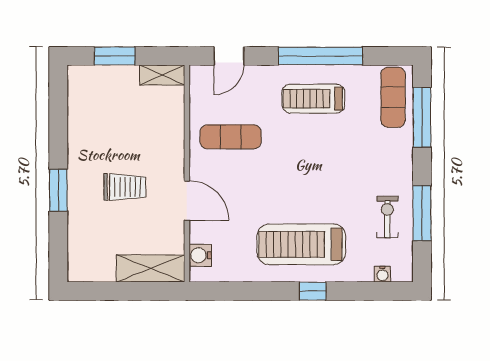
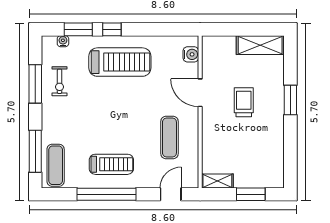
exercise mat: (231, 137) -> (169, 137), turned 90
trolley: (125, 187) -> (244, 102), turned 90
shelving: (151, 268) -> (260, 45), moved
window: (361, 291) -> (78, 29), added

